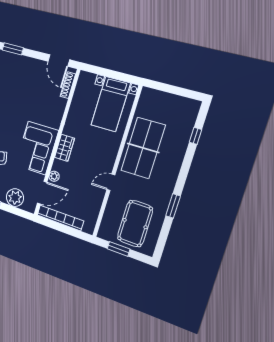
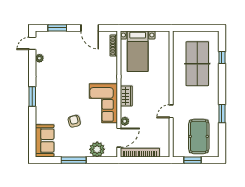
door: (59, 61) -> (90, 28), moved
bed with nightstands: (111, 104) -> (138, 51), moved
table tennis table: (143, 148) -> (197, 64), moved

